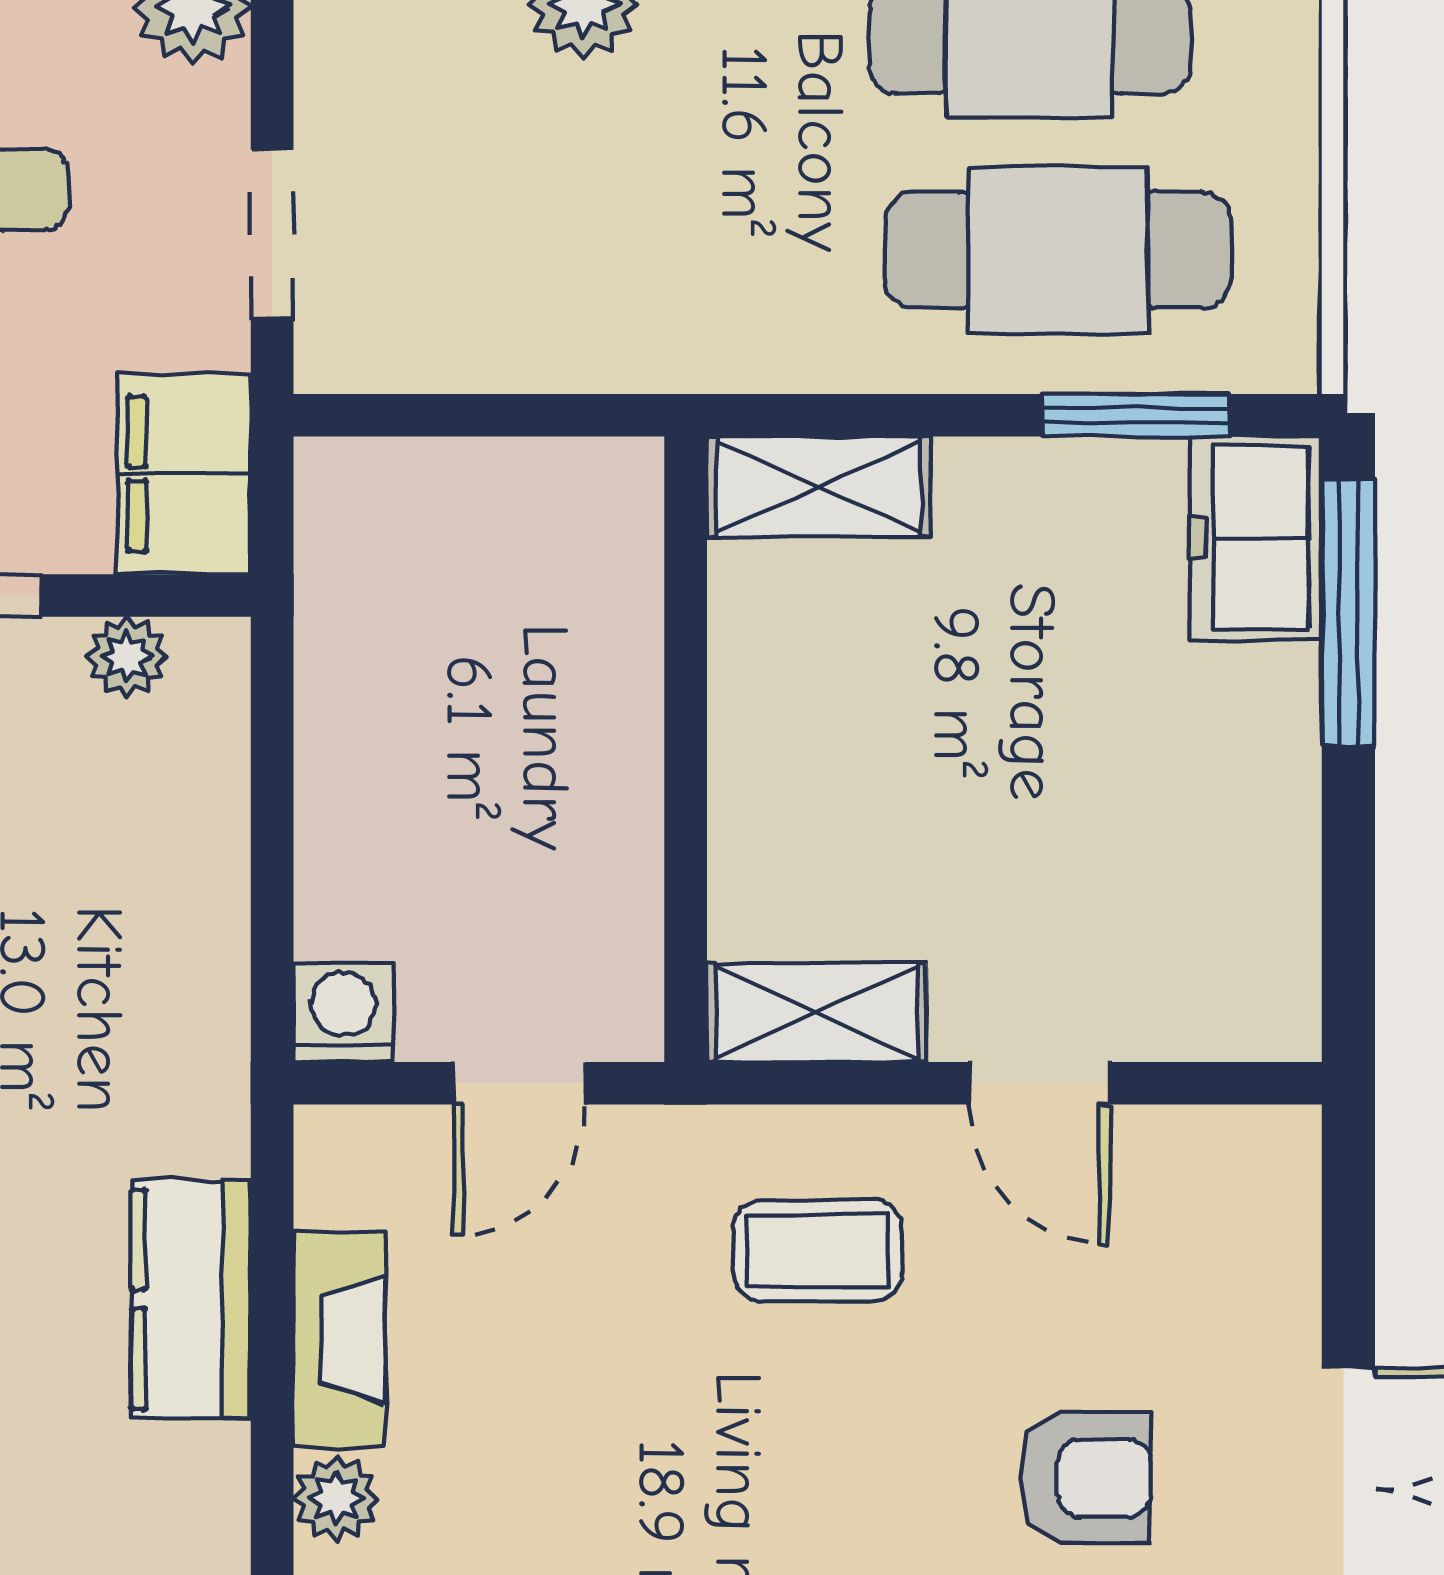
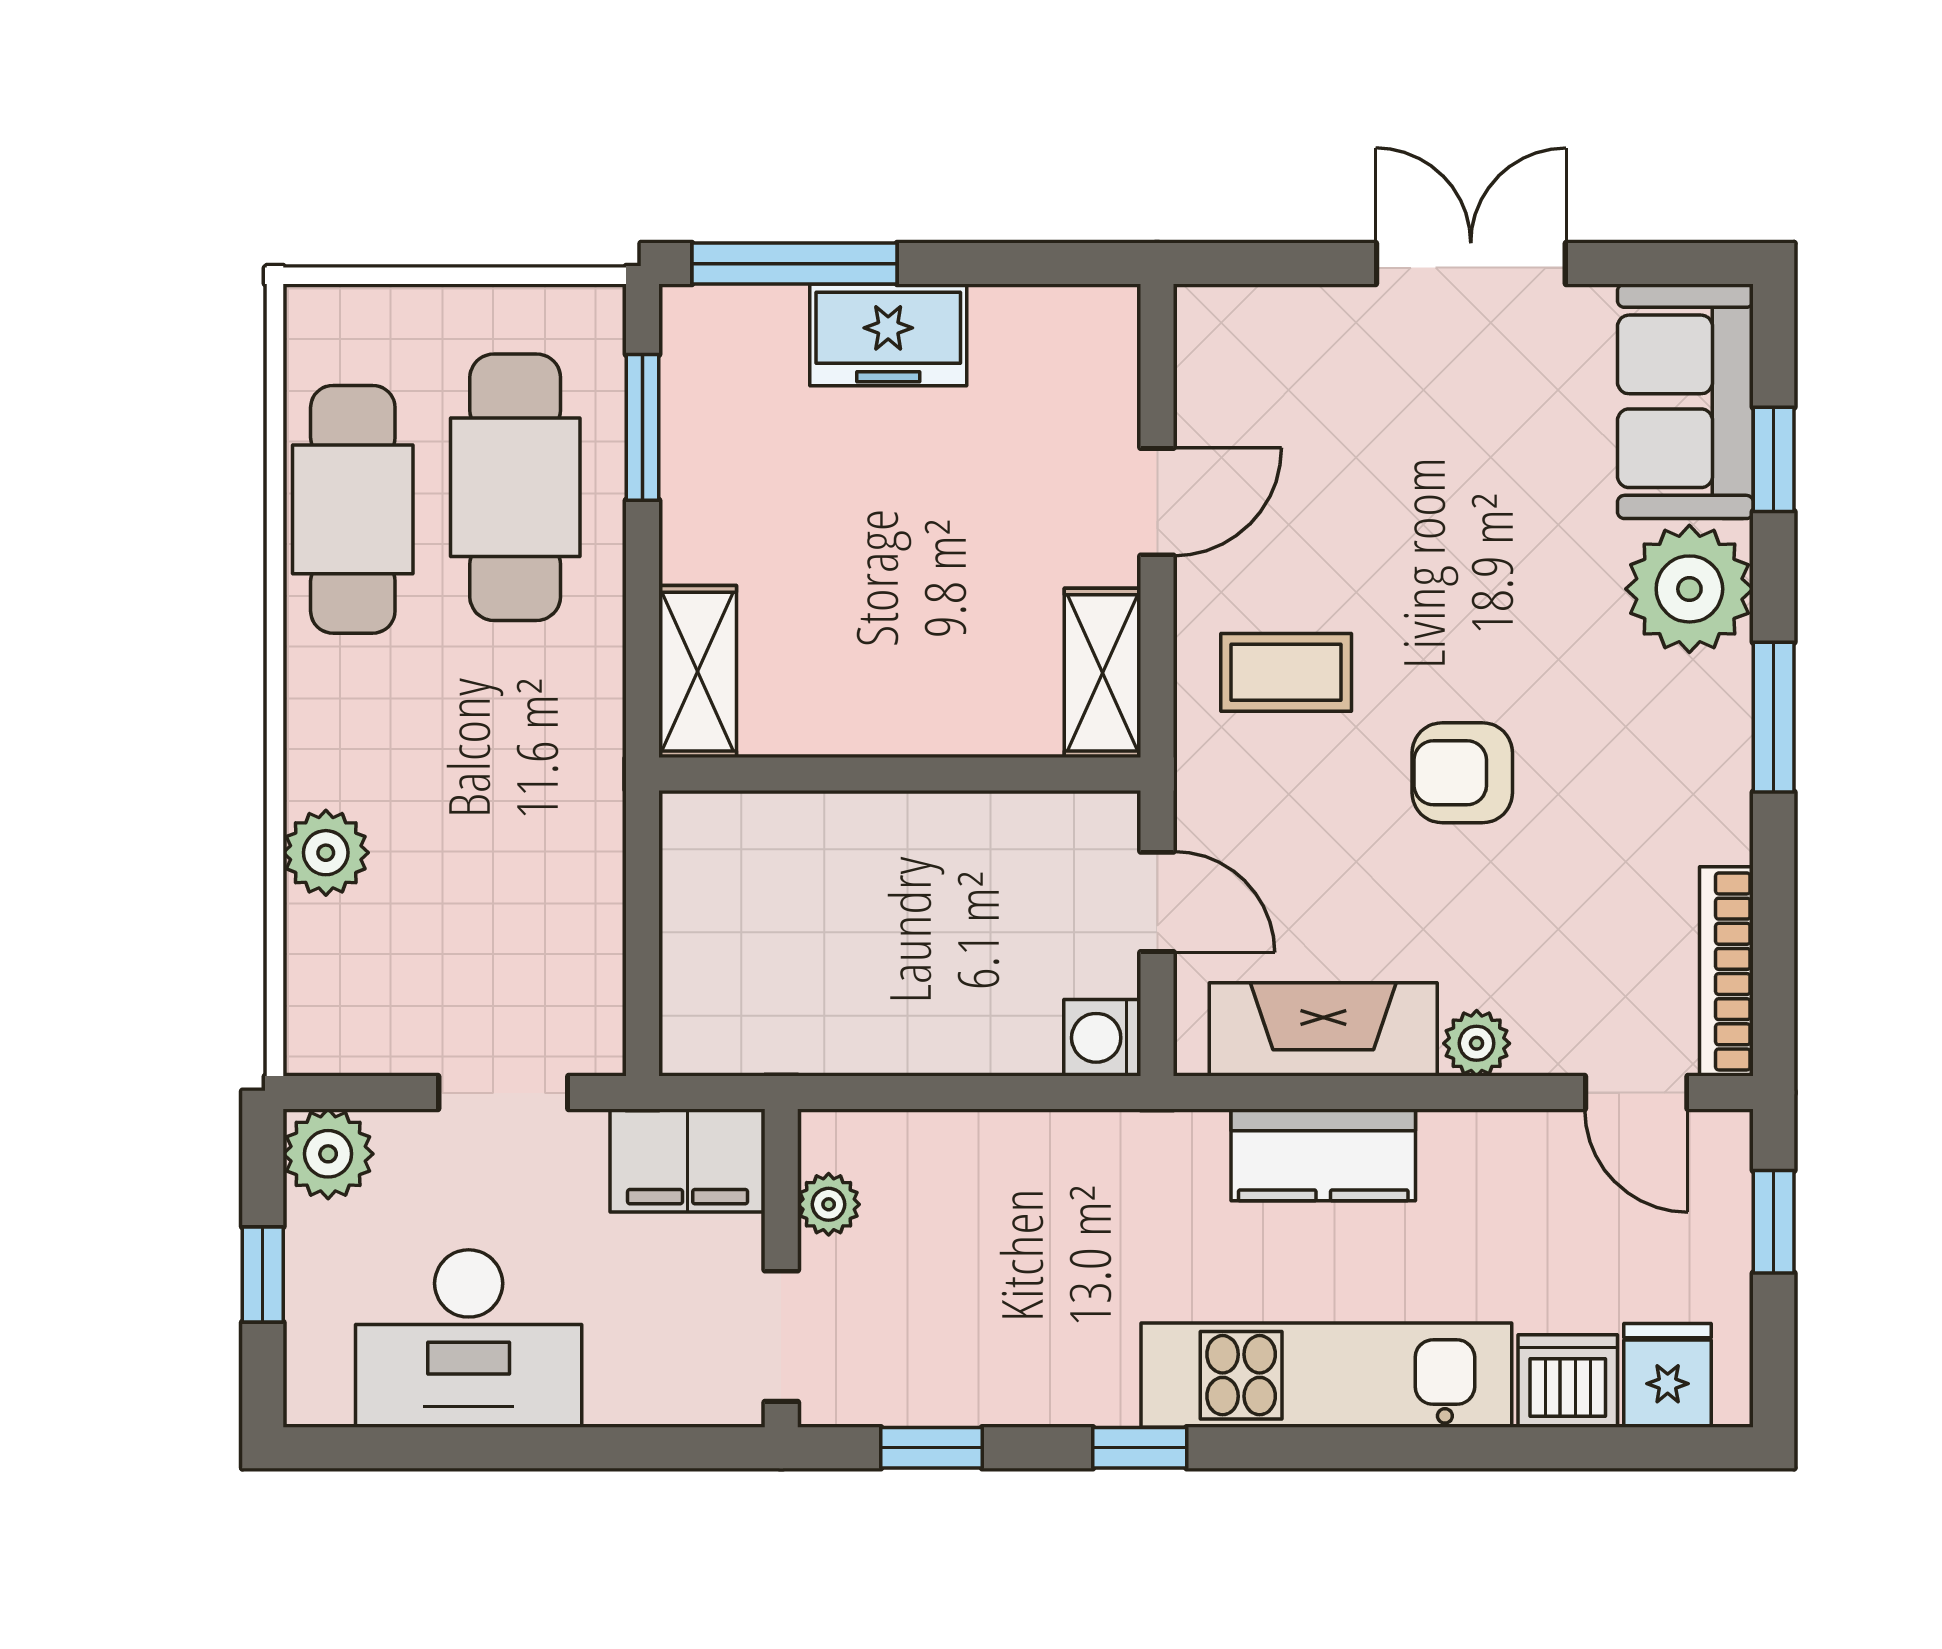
freezer: (1256, 538) -> (888, 335), moved
coffee table: (818, 1251) -> (1286, 672), turned 90
fireplace: (339, 1339) -> (1323, 1029), width x1.37, depth x1.32
armchair: (1086, 1478) -> (1462, 773), moved, turned -90

